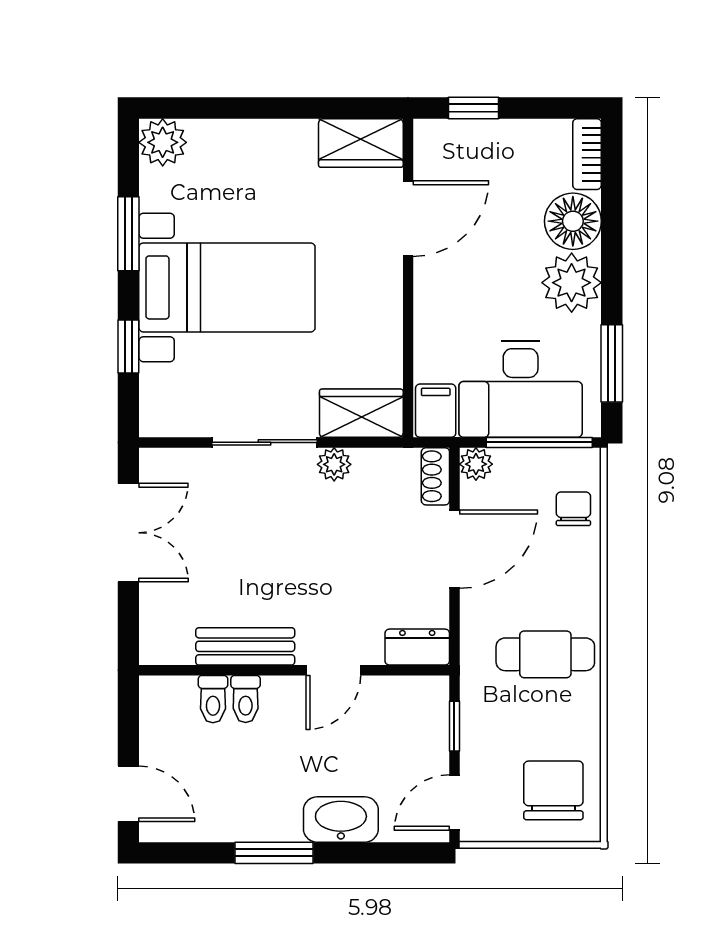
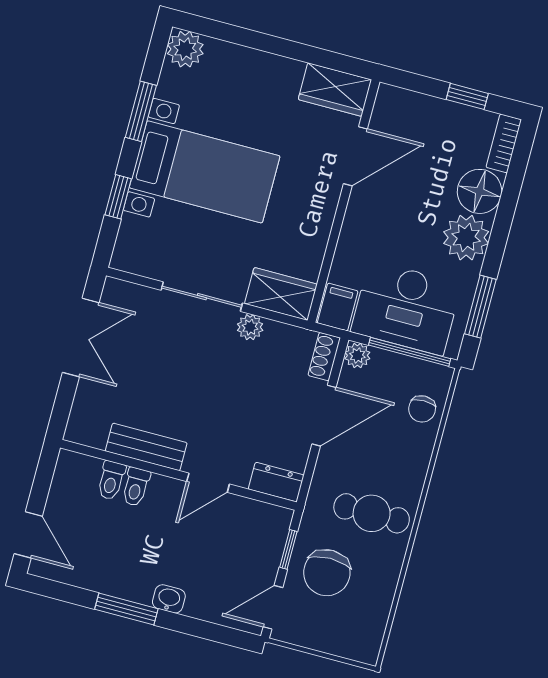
window: (473, 108) -> (467, 96), moved
chair: (573, 509) -> (422, 409), turned 180
chair: (553, 790) -> (327, 573), moved, turned 180
washbasin: (341, 819) -> (169, 599), width x0.52, depth x0.69

